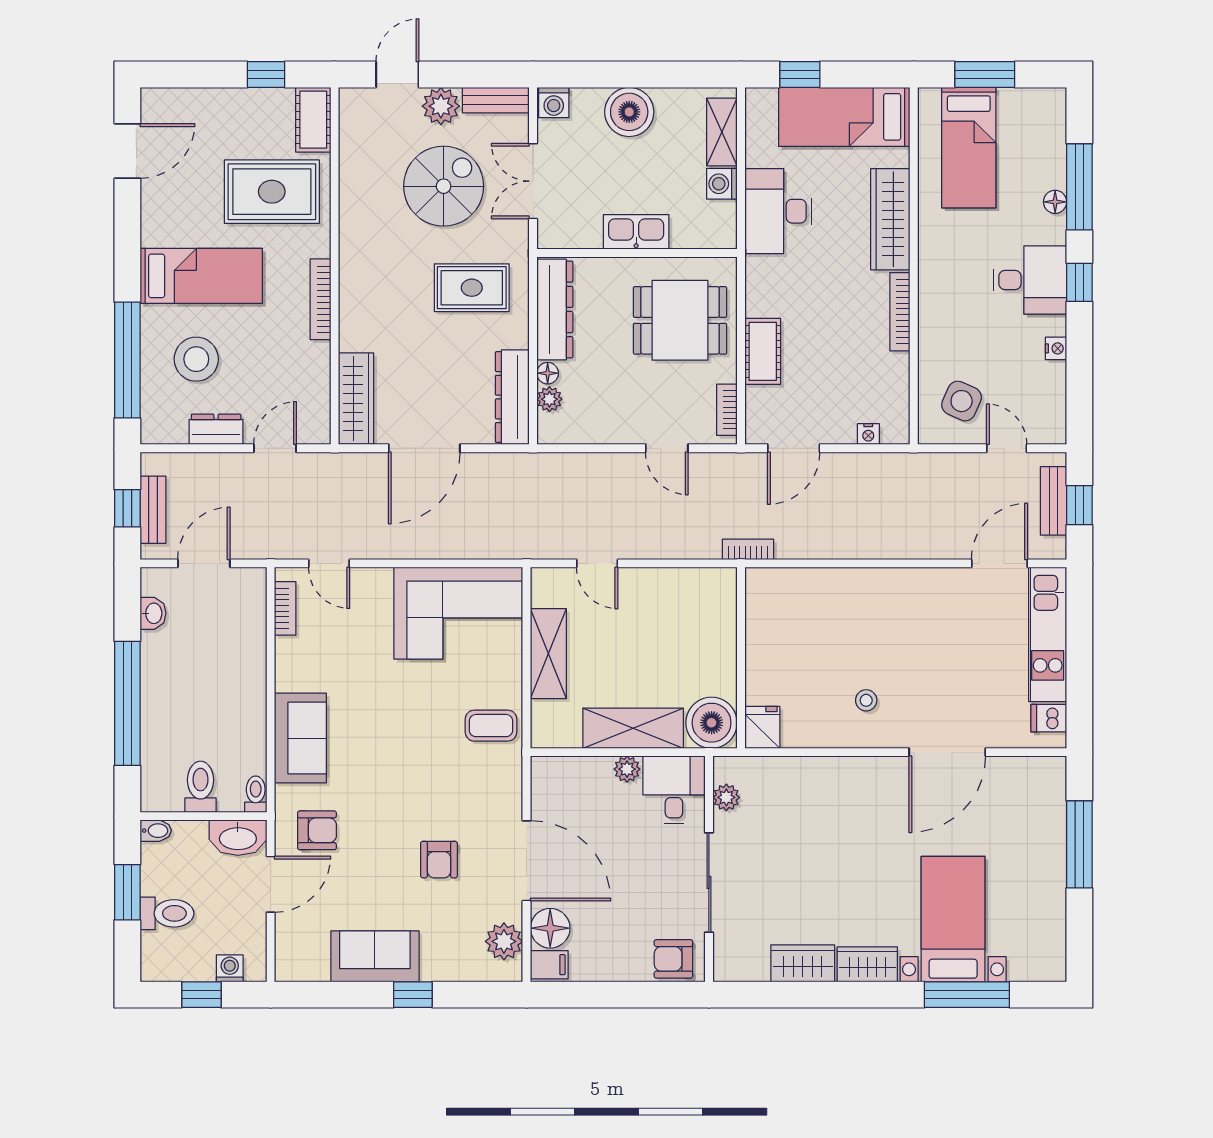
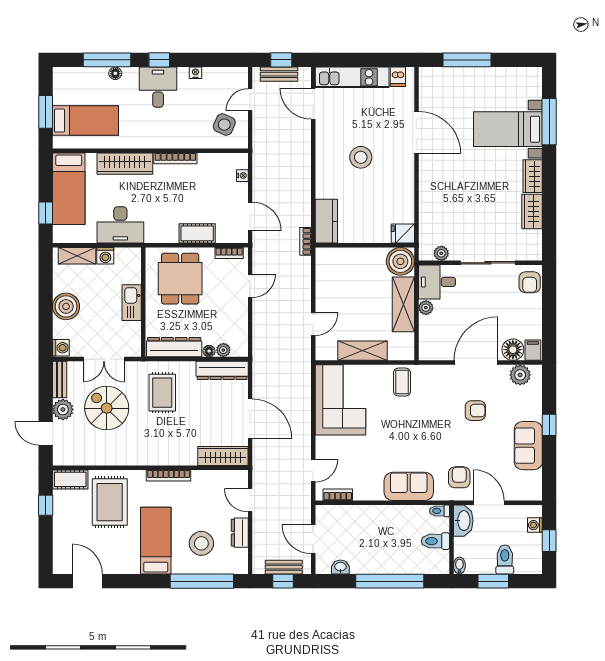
kitchen counter: (785, 587) -> (326, 221), added
stool: (866, 700) -> (361, 157), moved, width x1.89, depth x1.89

